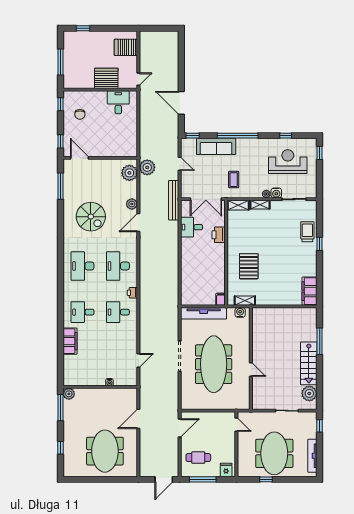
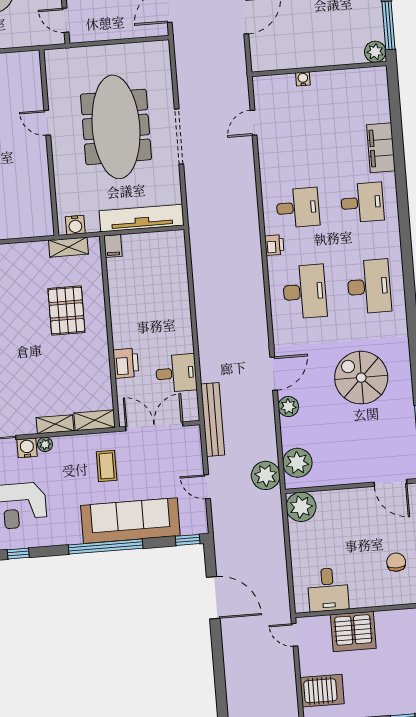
door: (138, 79) -> (295, 635), hinge flipped
sofa: (216, 146) -> (130, 521), width x1.36, depth x1.27
plant: (129, 149) -> (301, 507), added

